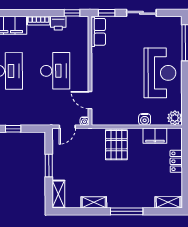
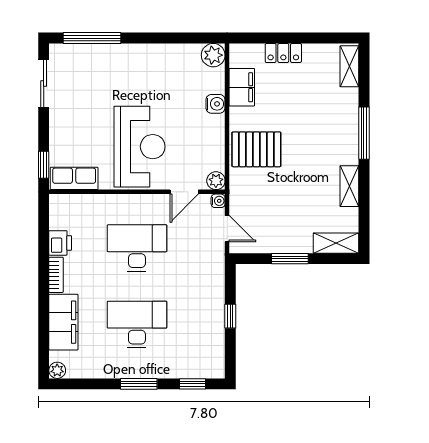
window: (72, 13) -> (44, 221), removed
sliding door: (141, 13) -> (44, 83), moved
reception desk: (160, 73) -> (139, 147), moved, turned 90
plant: (97, 120) -> (216, 181), added

